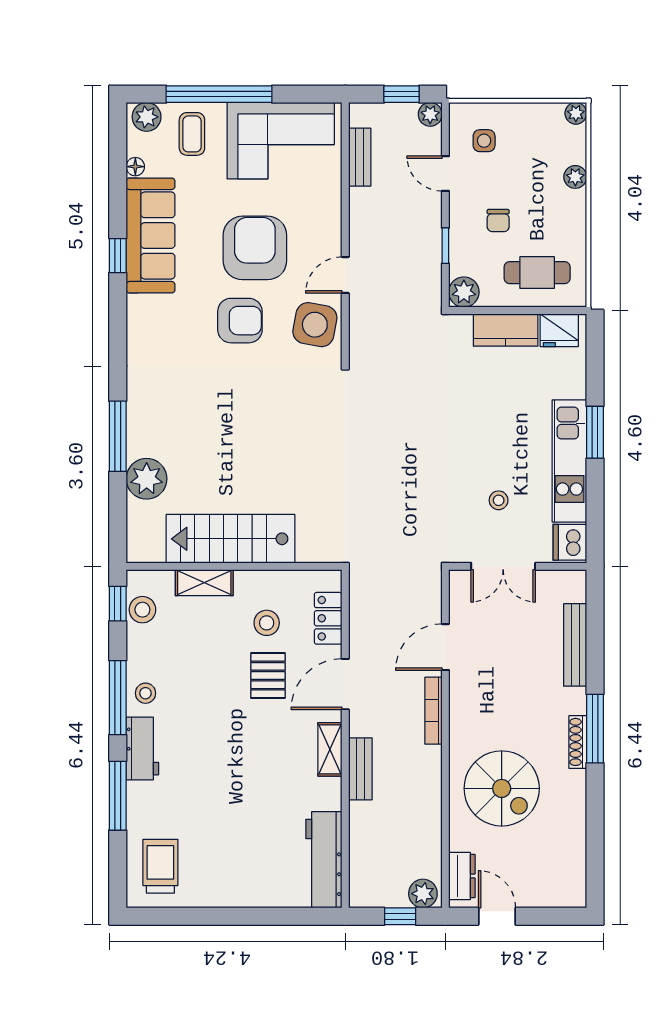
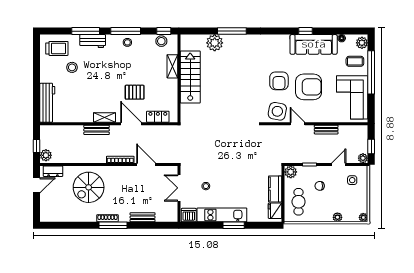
bench: (360, 157) -> (326, 130), moved
stool: (267, 623) -> (72, 67), moved
bench: (575, 645) -> (143, 217), width x0.73
workbench: (142, 748) -> (93, 41), moved
workbench: (324, 860) -> (47, 103), moved, turned 90

